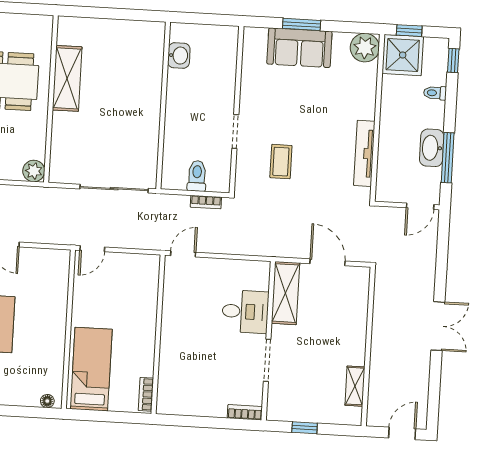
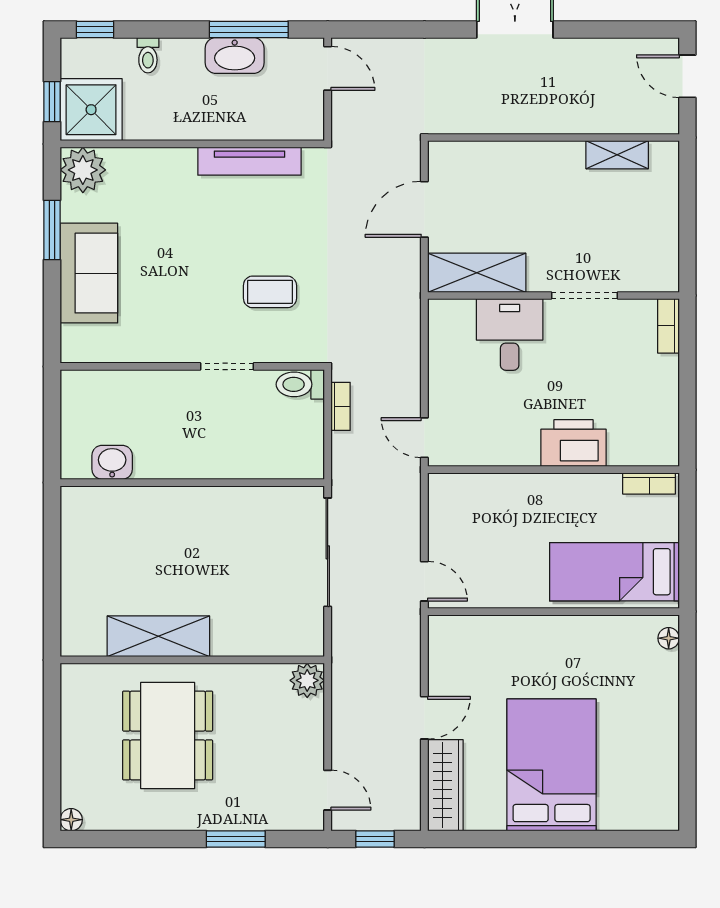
window: (302, 24) -> (52, 230), moved
toilet: (197, 176) -> (300, 384), moved
printer: (174, 348) -> (573, 443), added
window: (305, 428) -> (687, 230), removed

